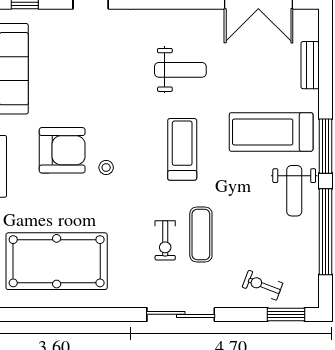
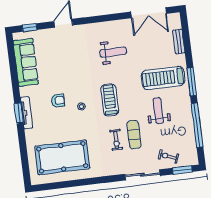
treadmill: (182, 149) -> (110, 100), moved
armchair: (62, 150) -> (58, 101), width x0.53, depth x0.53
weight bench: (294, 191) -> (158, 111), moved, turned 180
sliding door: (181, 314) -> (142, 175), moved

